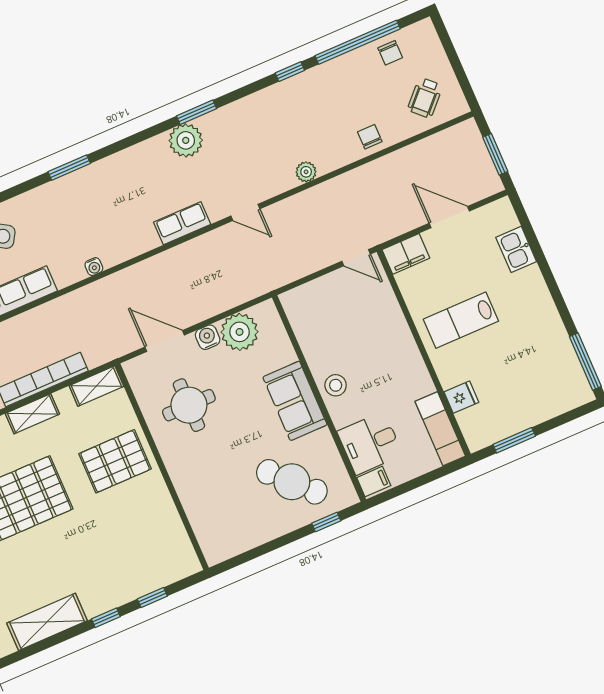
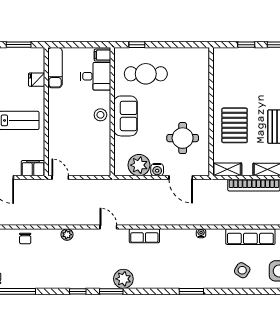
window: (290, 72) -> (78, 291), moved
pallet: (115, 461) -> (235, 125), turned 90
cafe table: (292, 482) -> (146, 74), turned -46

